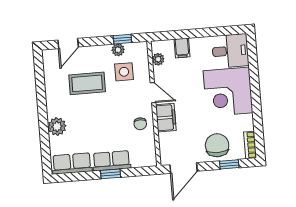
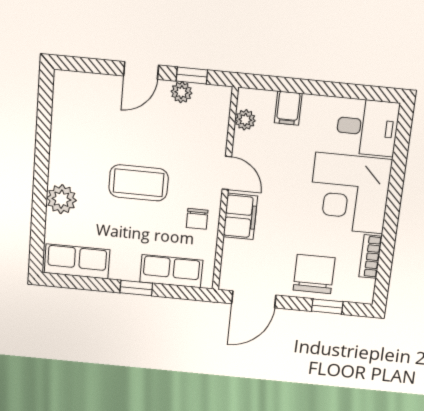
door: (68, 43) -> (141, 71), moved
side table: (124, 72) -> (185, 130), removed
coffee table: (87, 83) -> (139, 183), moved
bookcase: (250, 145) -> (370, 257), moved
row of seats: (111, 161) -> (171, 271), moved

